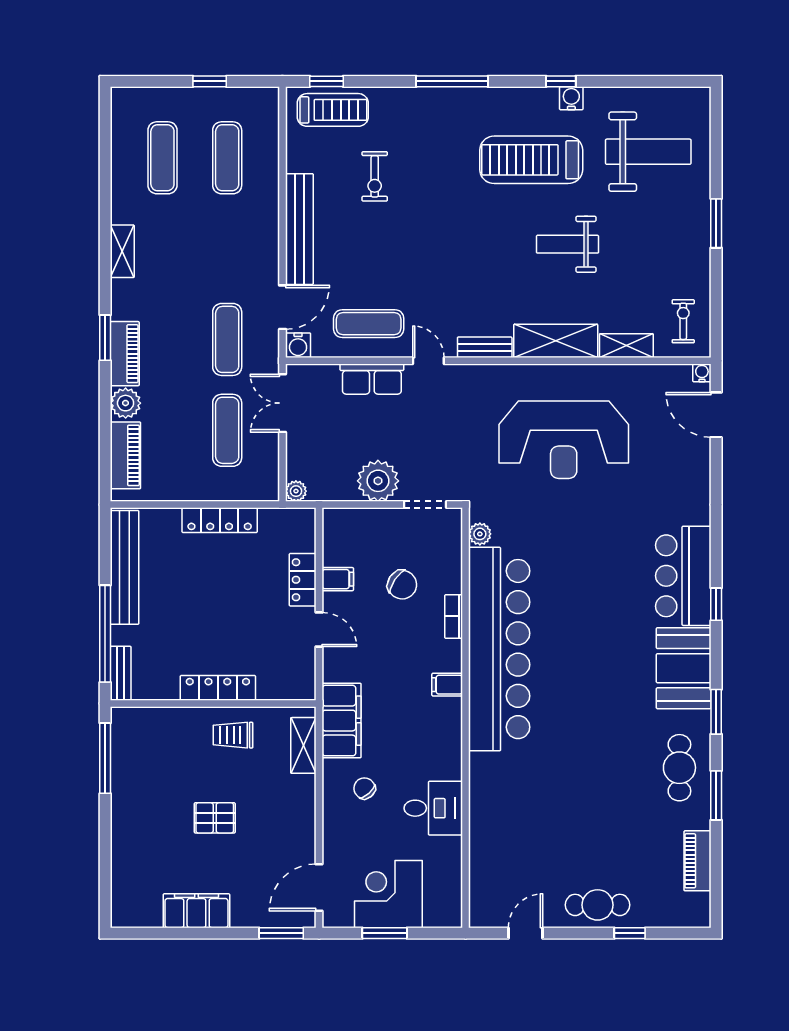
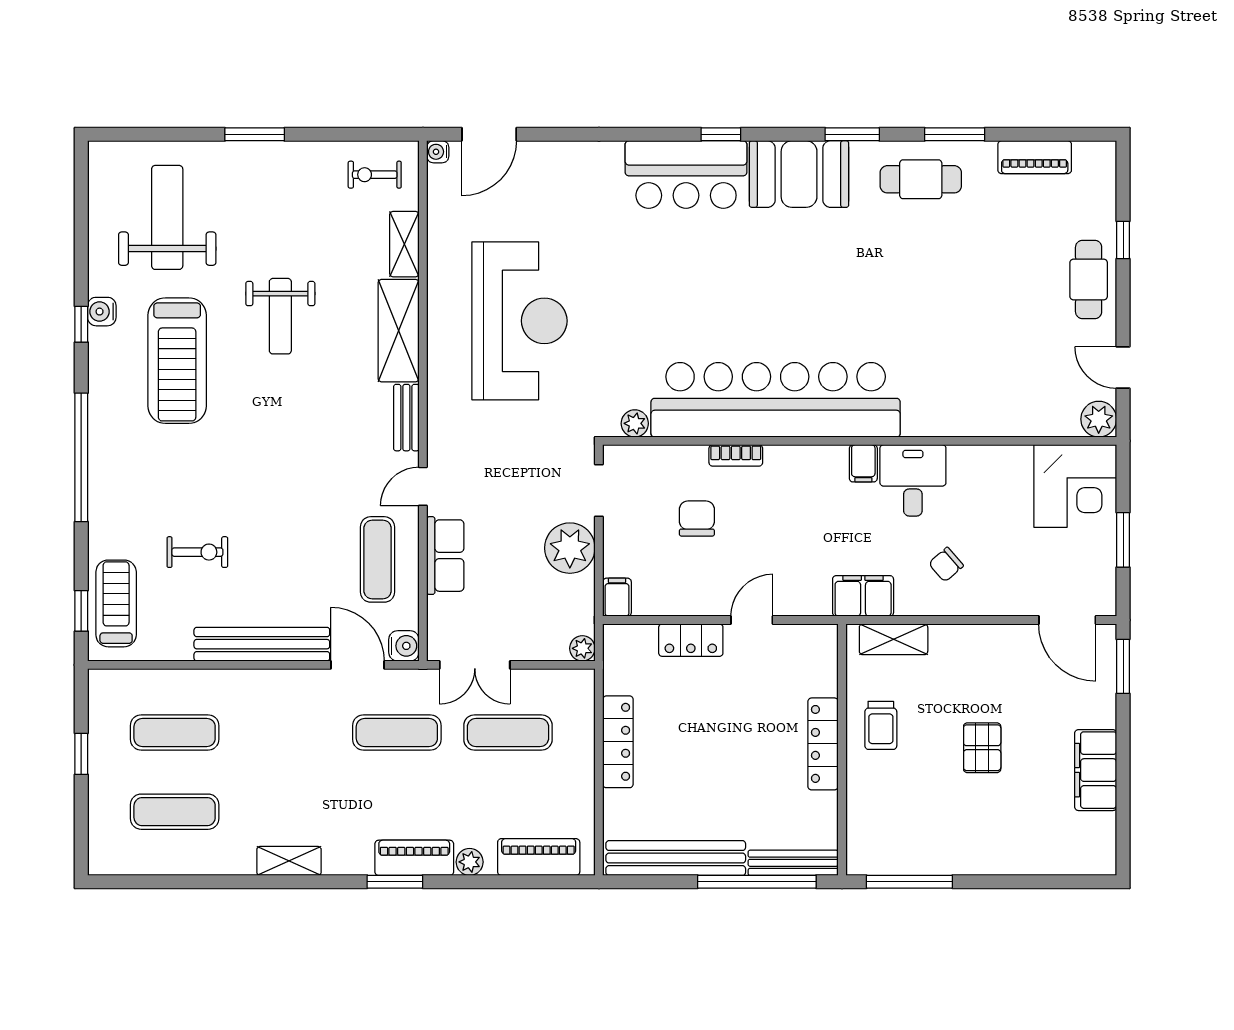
window: (452, 81) -> (81, 457), width x1.46
plant: (126, 403) -> (470, 862), width x0.73, depth x0.73
filing cabinet: (338, 579) -> (617, 597), moved
chair: (402, 585) -> (697, 518), turned -34
bench: (121, 673) -> (793, 863), width x1.36
filing cabinet: (447, 685) -> (863, 463), moved
filing cabinet: (342, 721) -> (863, 596), width x0.67, depth x0.86
desk: (433, 808) -> (913, 480), moved
corner desk: (388, 894) -> (1075, 486), moved, turned -90
plant: (483, 913) -> (1099, 419), added

